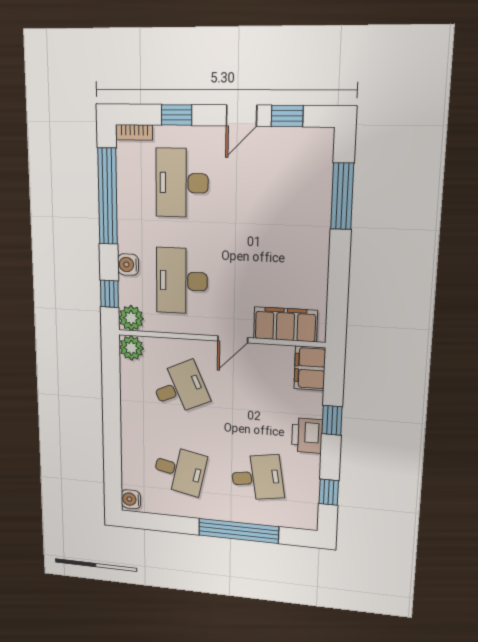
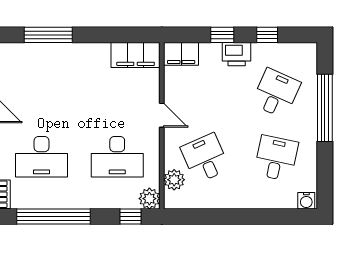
water cooler: (128, 265) -> (106, 201), removed
filing cabinet: (285, 324) -> (136, 55), moved, turned -90
plant: (131, 348) -> (174, 180), moved
desk: (257, 478) -> (276, 93), turned 33
window: (329, 492) -> (267, 35), moved

